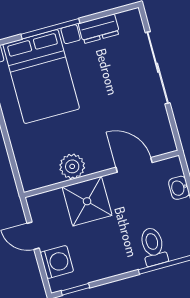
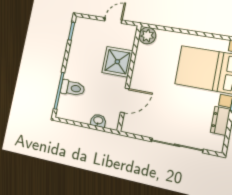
plant: (72, 166) -> (147, 36), moved
washing machine: (57, 262) -> (92, 28), removed

